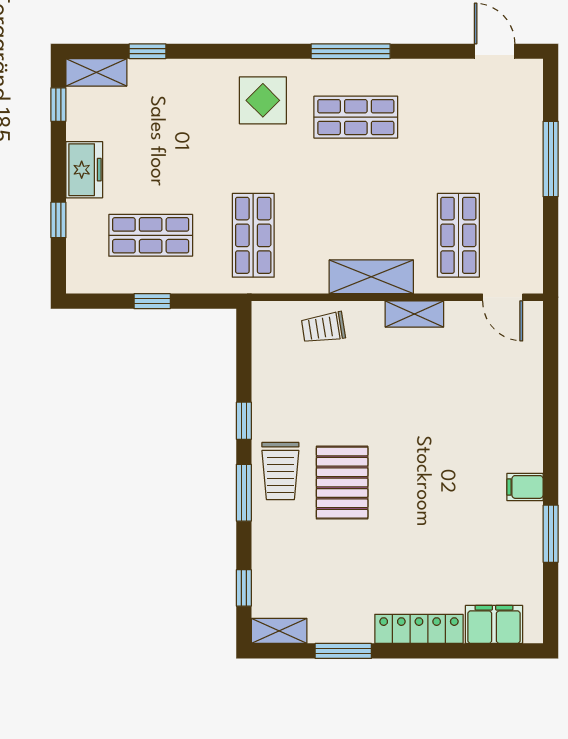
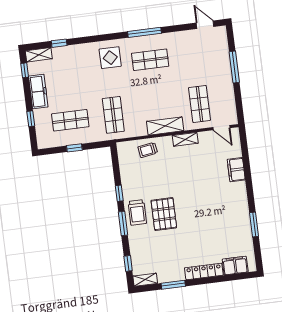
freezer: (84, 170) -> (38, 92), width x1.40
filing cabinet: (525, 487) -> (236, 170), moved, width x2.00

